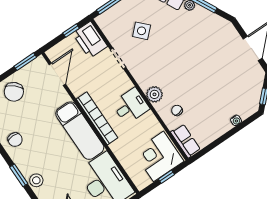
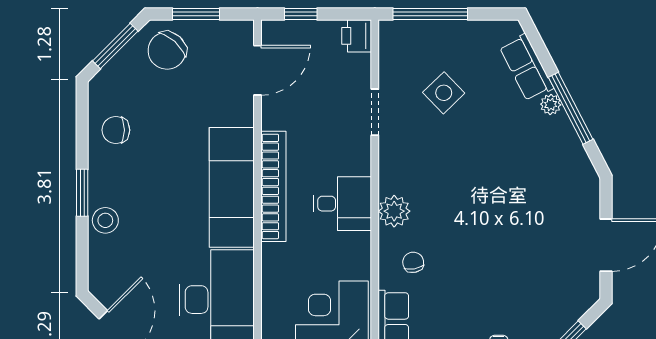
window: (71, 31) -> (301, 14), moved
printer: (90, 40) -> (357, 36), width x0.53, depth x0.68
window: (25, 62) -> (196, 14), moved
chair: (15, 140) -> (116, 130), turned 90

